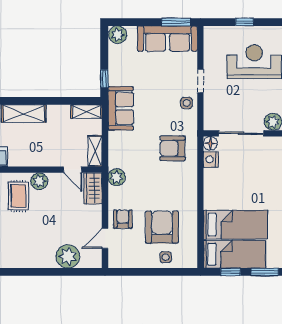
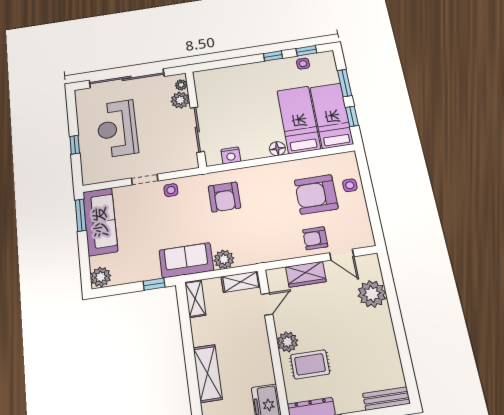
floor lamp: (210, 143) -> (277, 149), moved
plant: (117, 177) -> (224, 259), moved
wardrobe: (93, 188) -> (306, 274), moved

